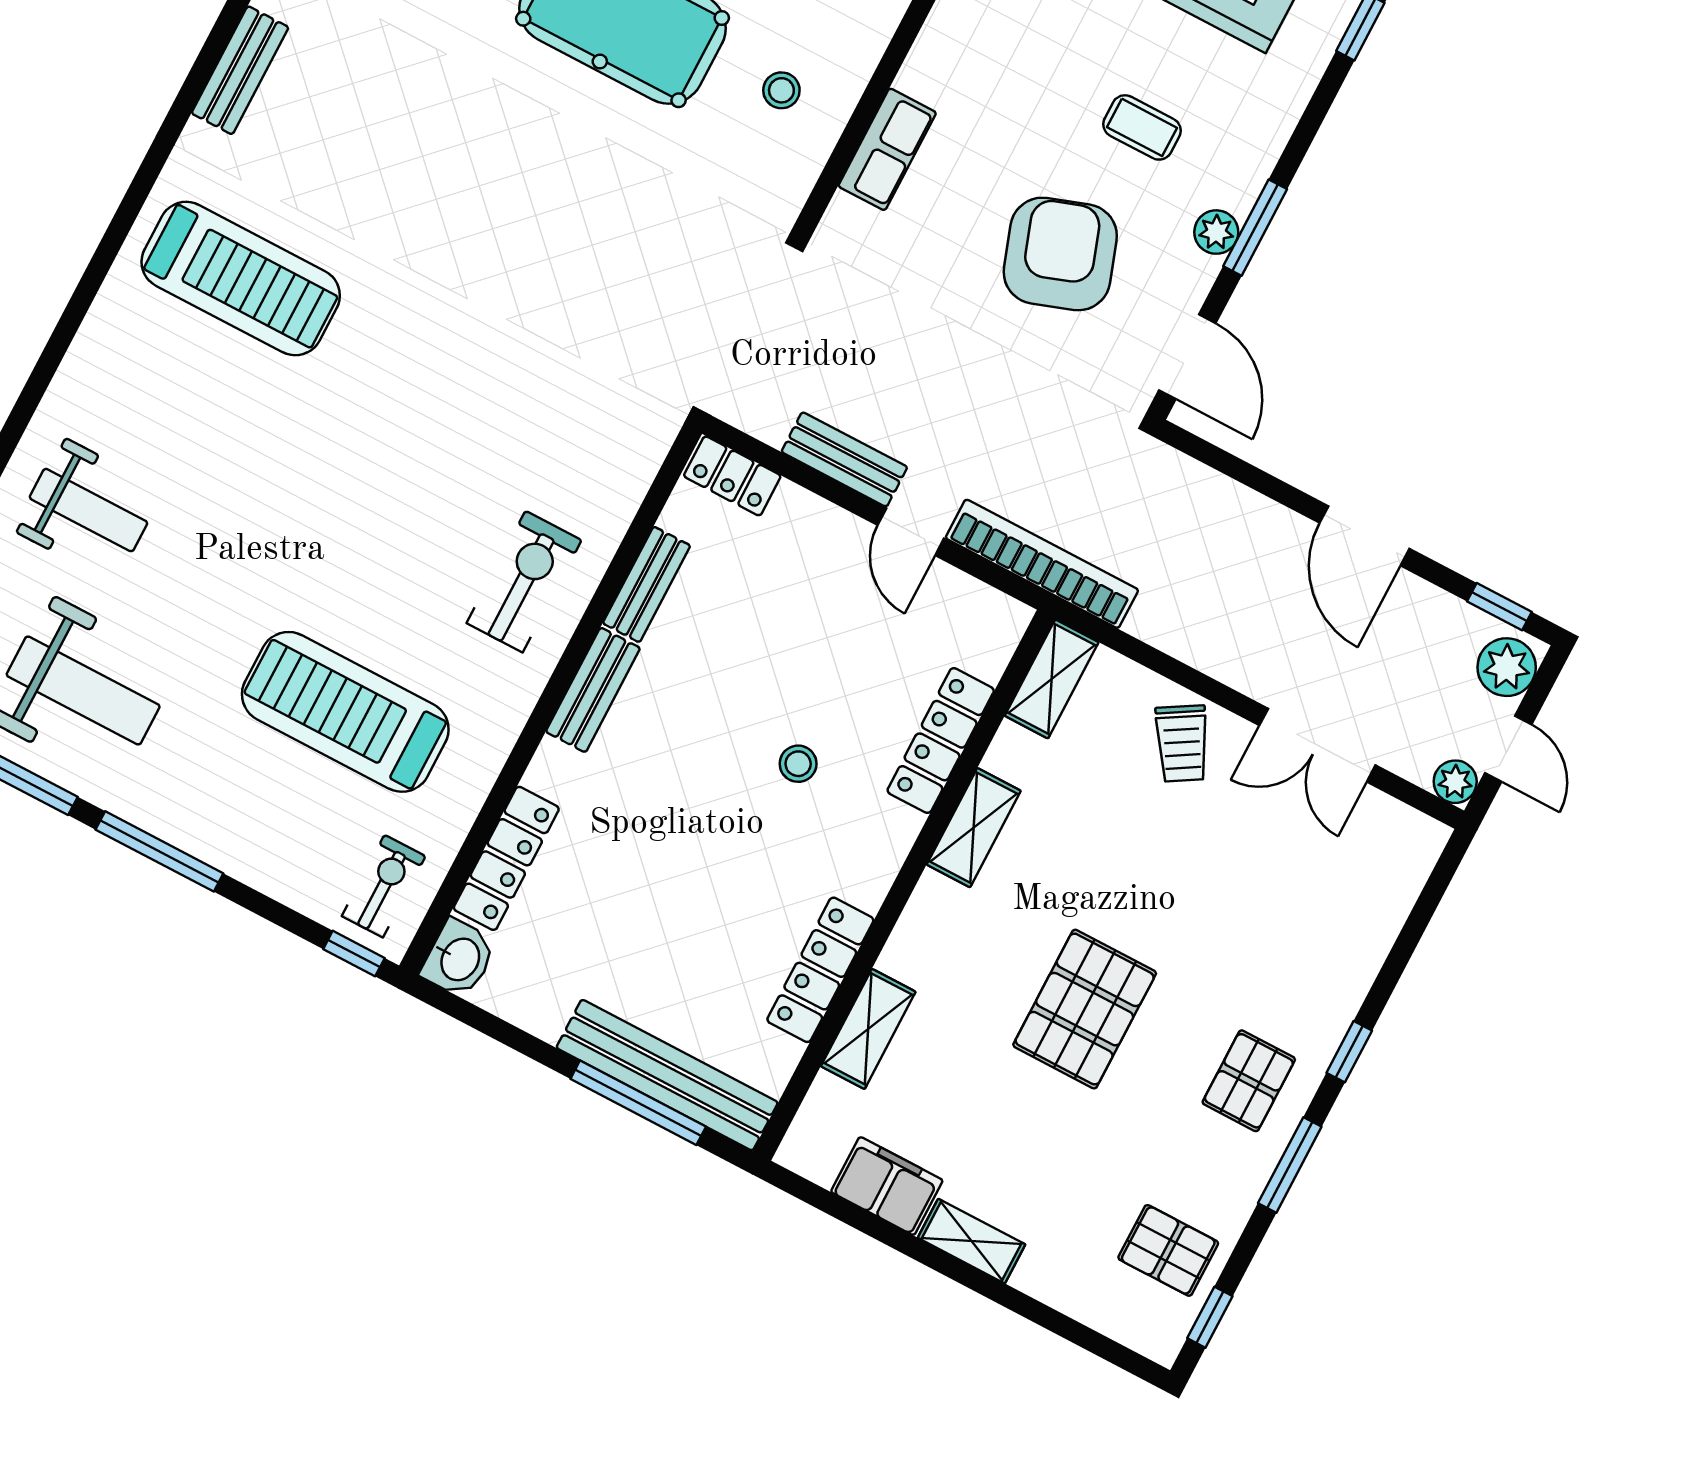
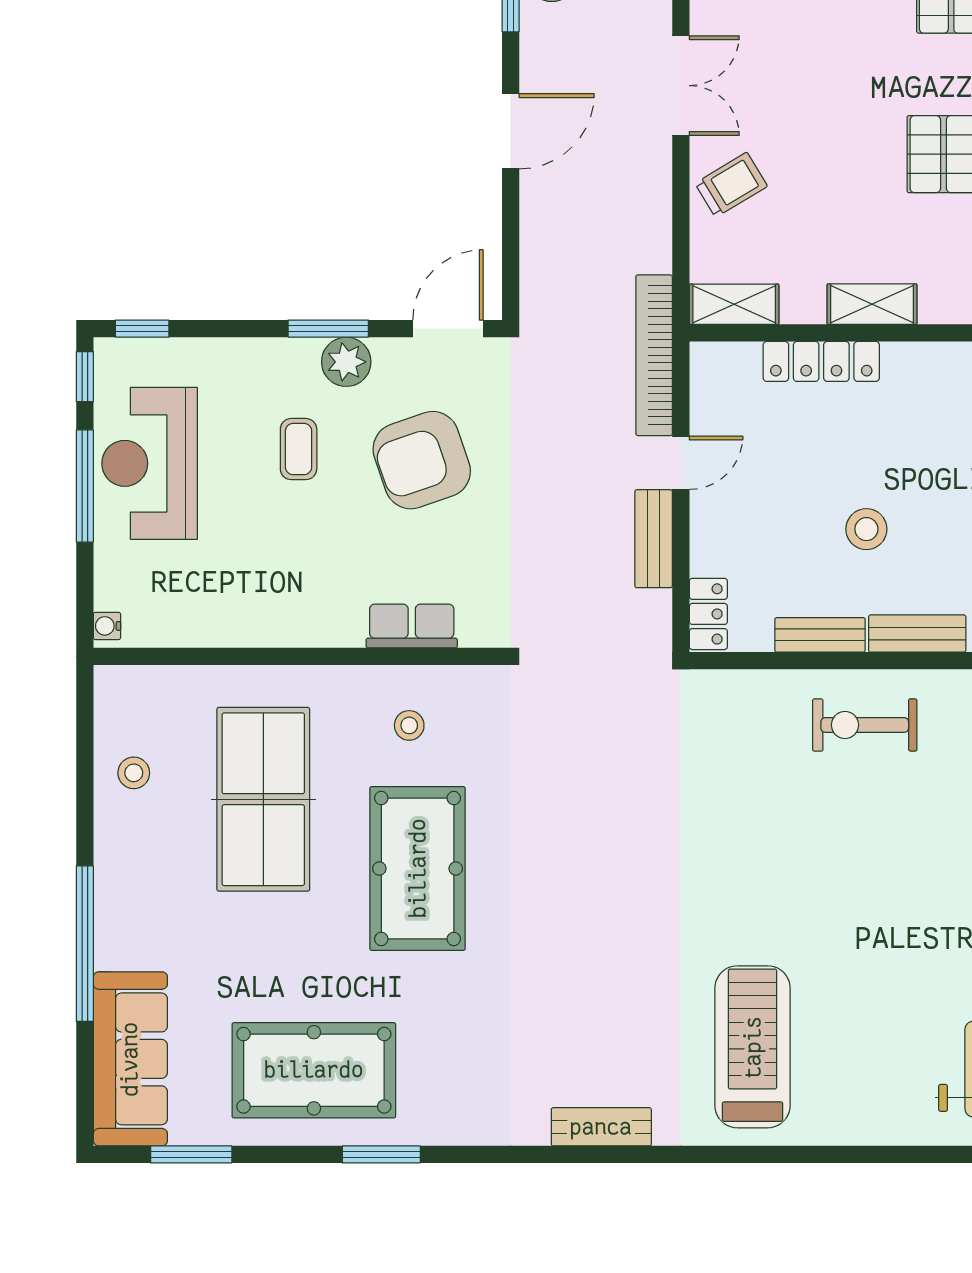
plant: (1216, 232) -> (346, 362), width x1.38, depth x1.38
stool: (798, 764) -> (866, 529), moved, width x1.37, depth x1.37

